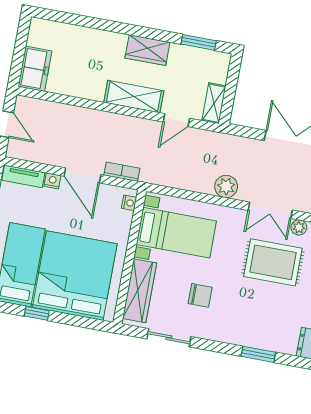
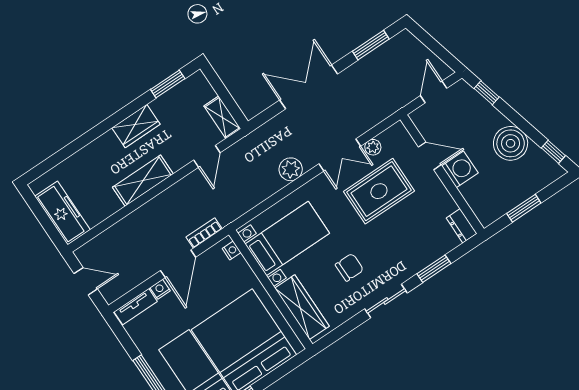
freezer: (35, 69) -> (62, 213), width x1.40
shelving: (134, 97) -> (143, 181), moved
door: (82, 175) -> (178, 264), hinge flipped
sliding door: (169, 338) -> (386, 301), moved

